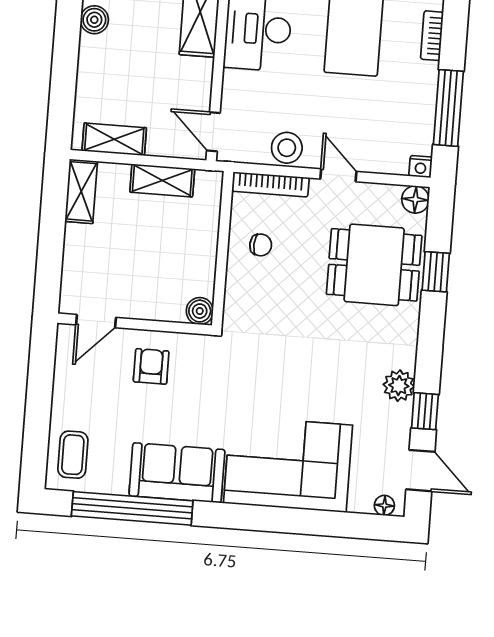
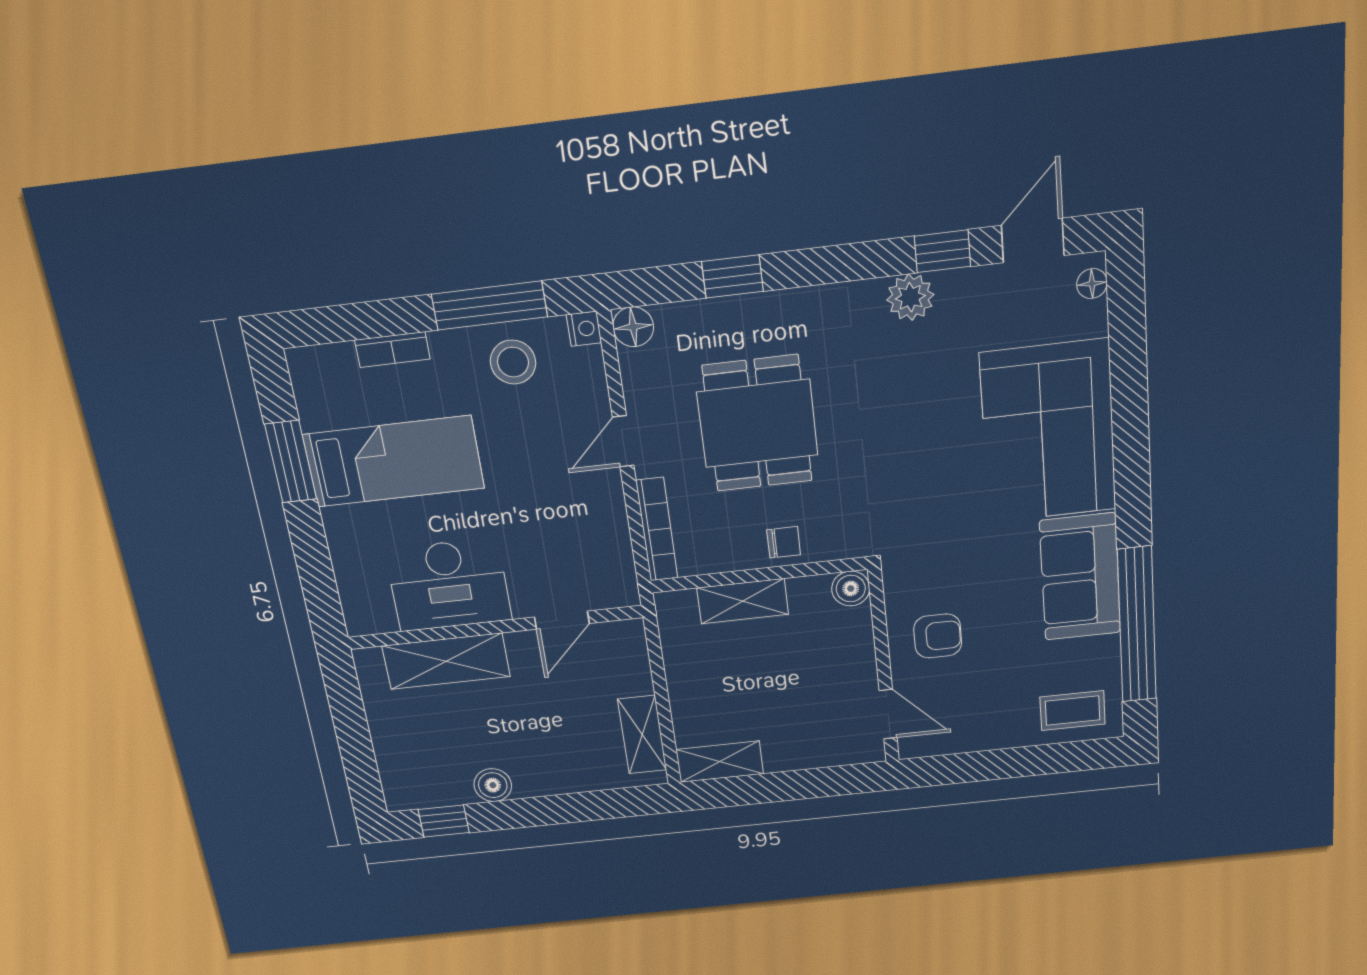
door: (213, 132) -> (562, 620), moved
stool: (287, 148) -> (513, 362), moved
shelving: (162, 180) -> (743, 601), moved, turned 90
chair: (261, 245) -> (784, 542), moved, turned 87
dining table: (374, 265) -> (757, 424), moved
armchair: (151, 366) -> (938, 636), turned 180

